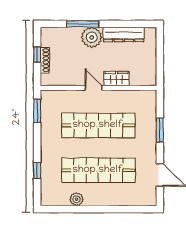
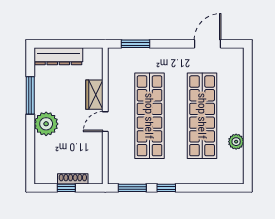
window: (83, 24) -> (30, 95), moved
dresser: (124, 34) -> (58, 56), moved, turned 90
window: (160, 130) -> (135, 44), moved
window: (37, 170) -> (166, 188), moved

